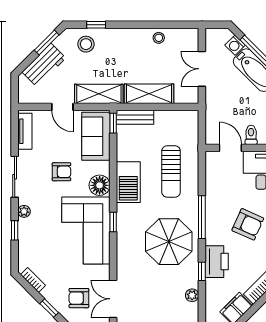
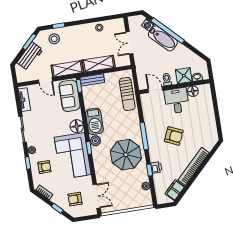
sun lounger: (171, 171) -> (127, 94), moved
armchair: (61, 172) -> (44, 167), moved
plant: (125, 212) -> (95, 141), added
printer: (217, 262) -> (156, 168), width x0.53, depth x0.68
double door: (113, 299) -> (97, 196), swing flipped

